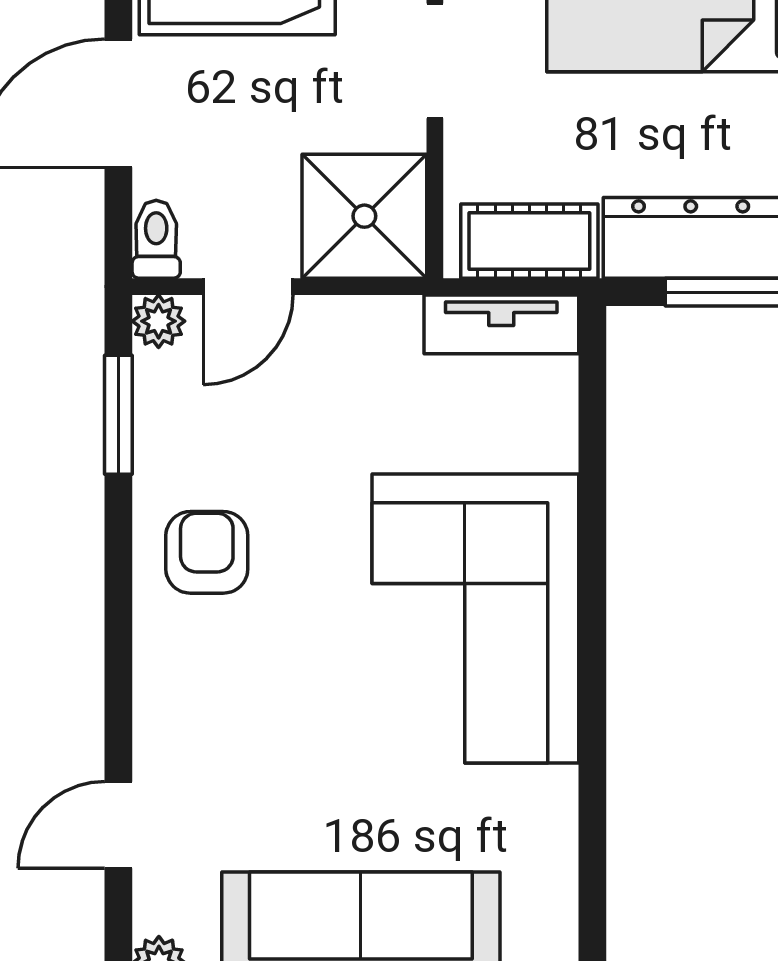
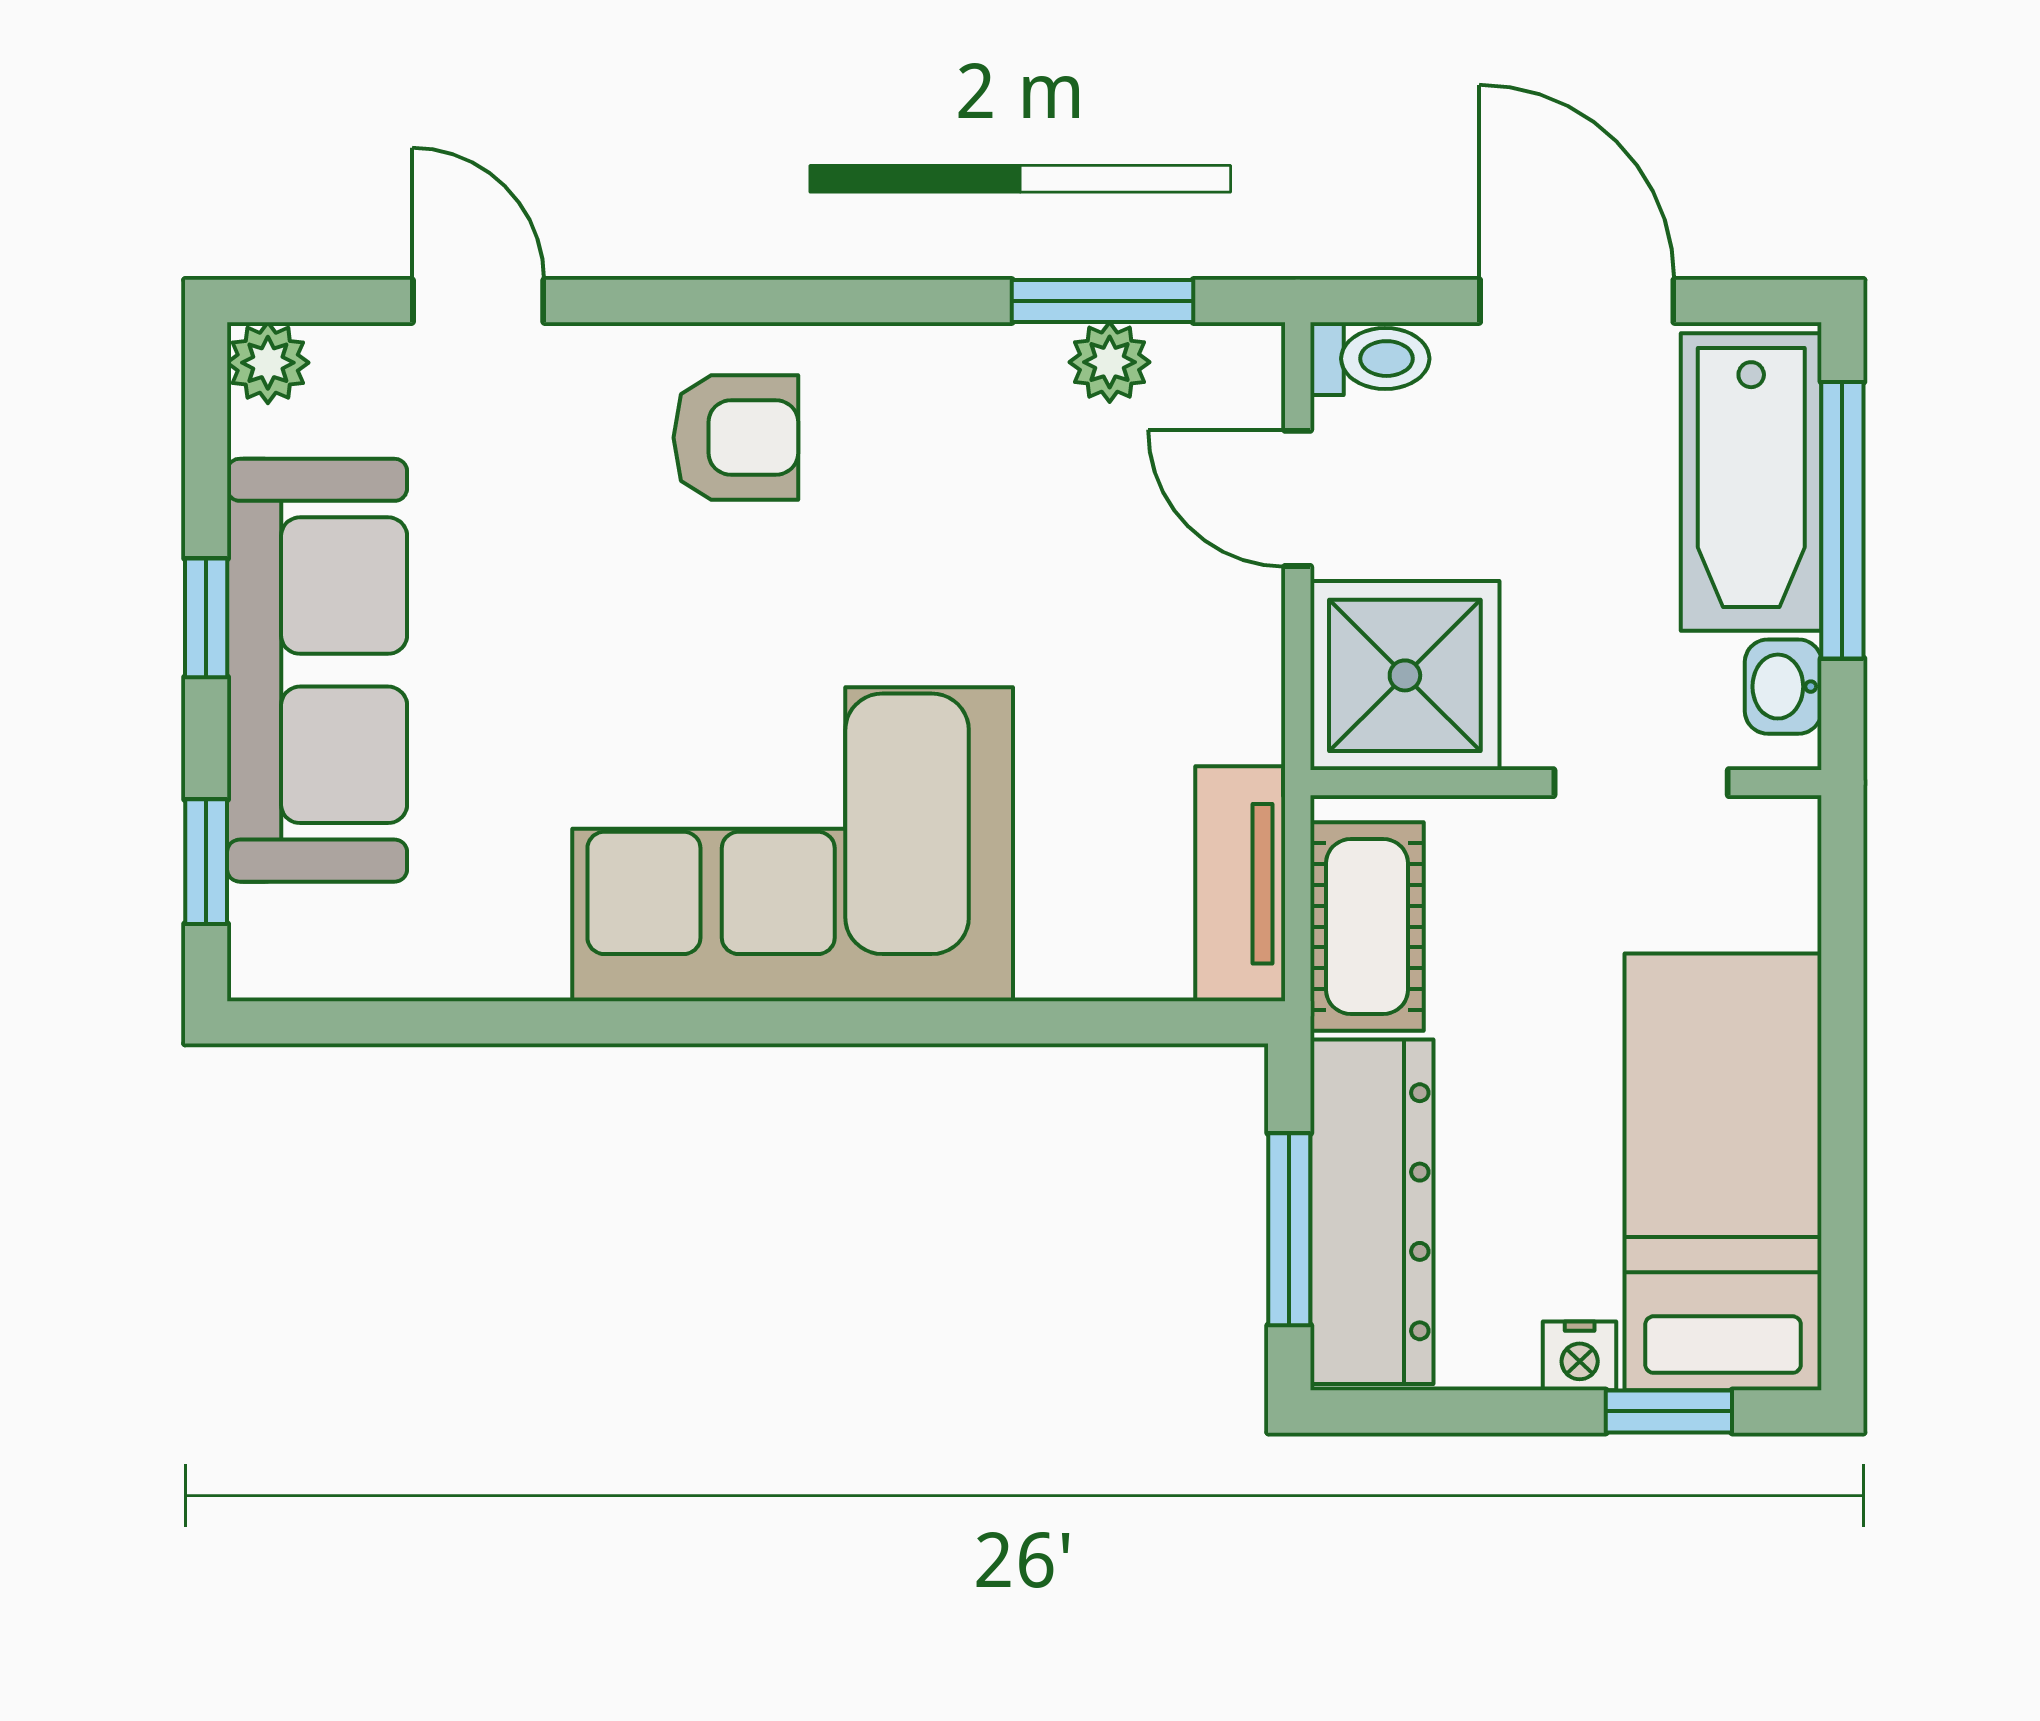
plant: (159, 321) -> (1110, 362), moved
armchair: (207, 552) -> (736, 438), moved

